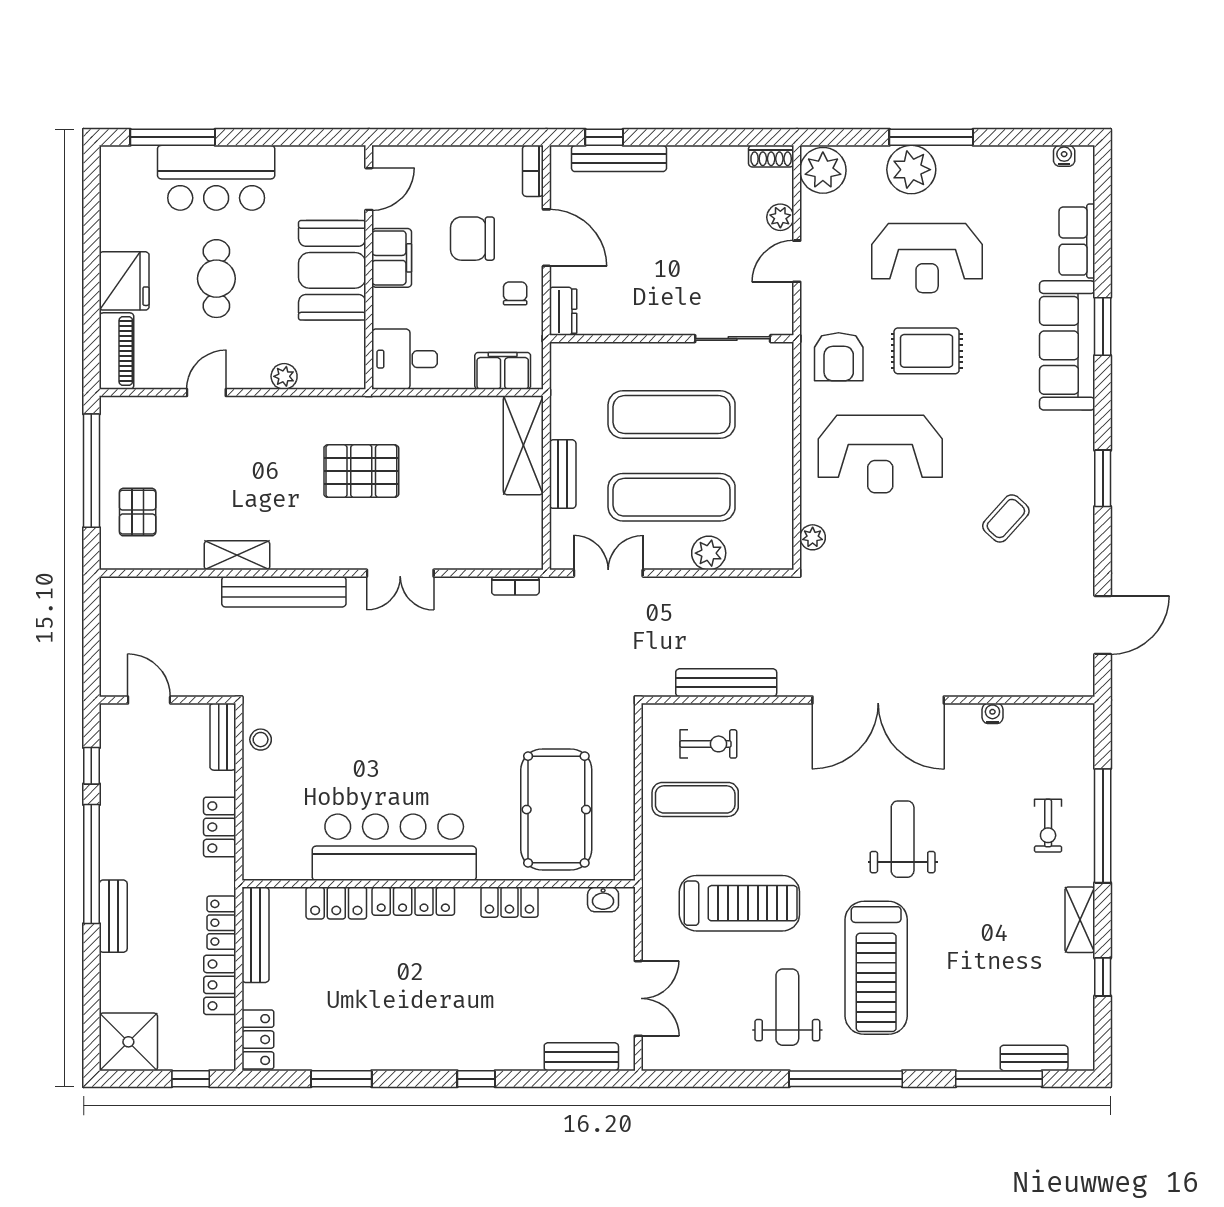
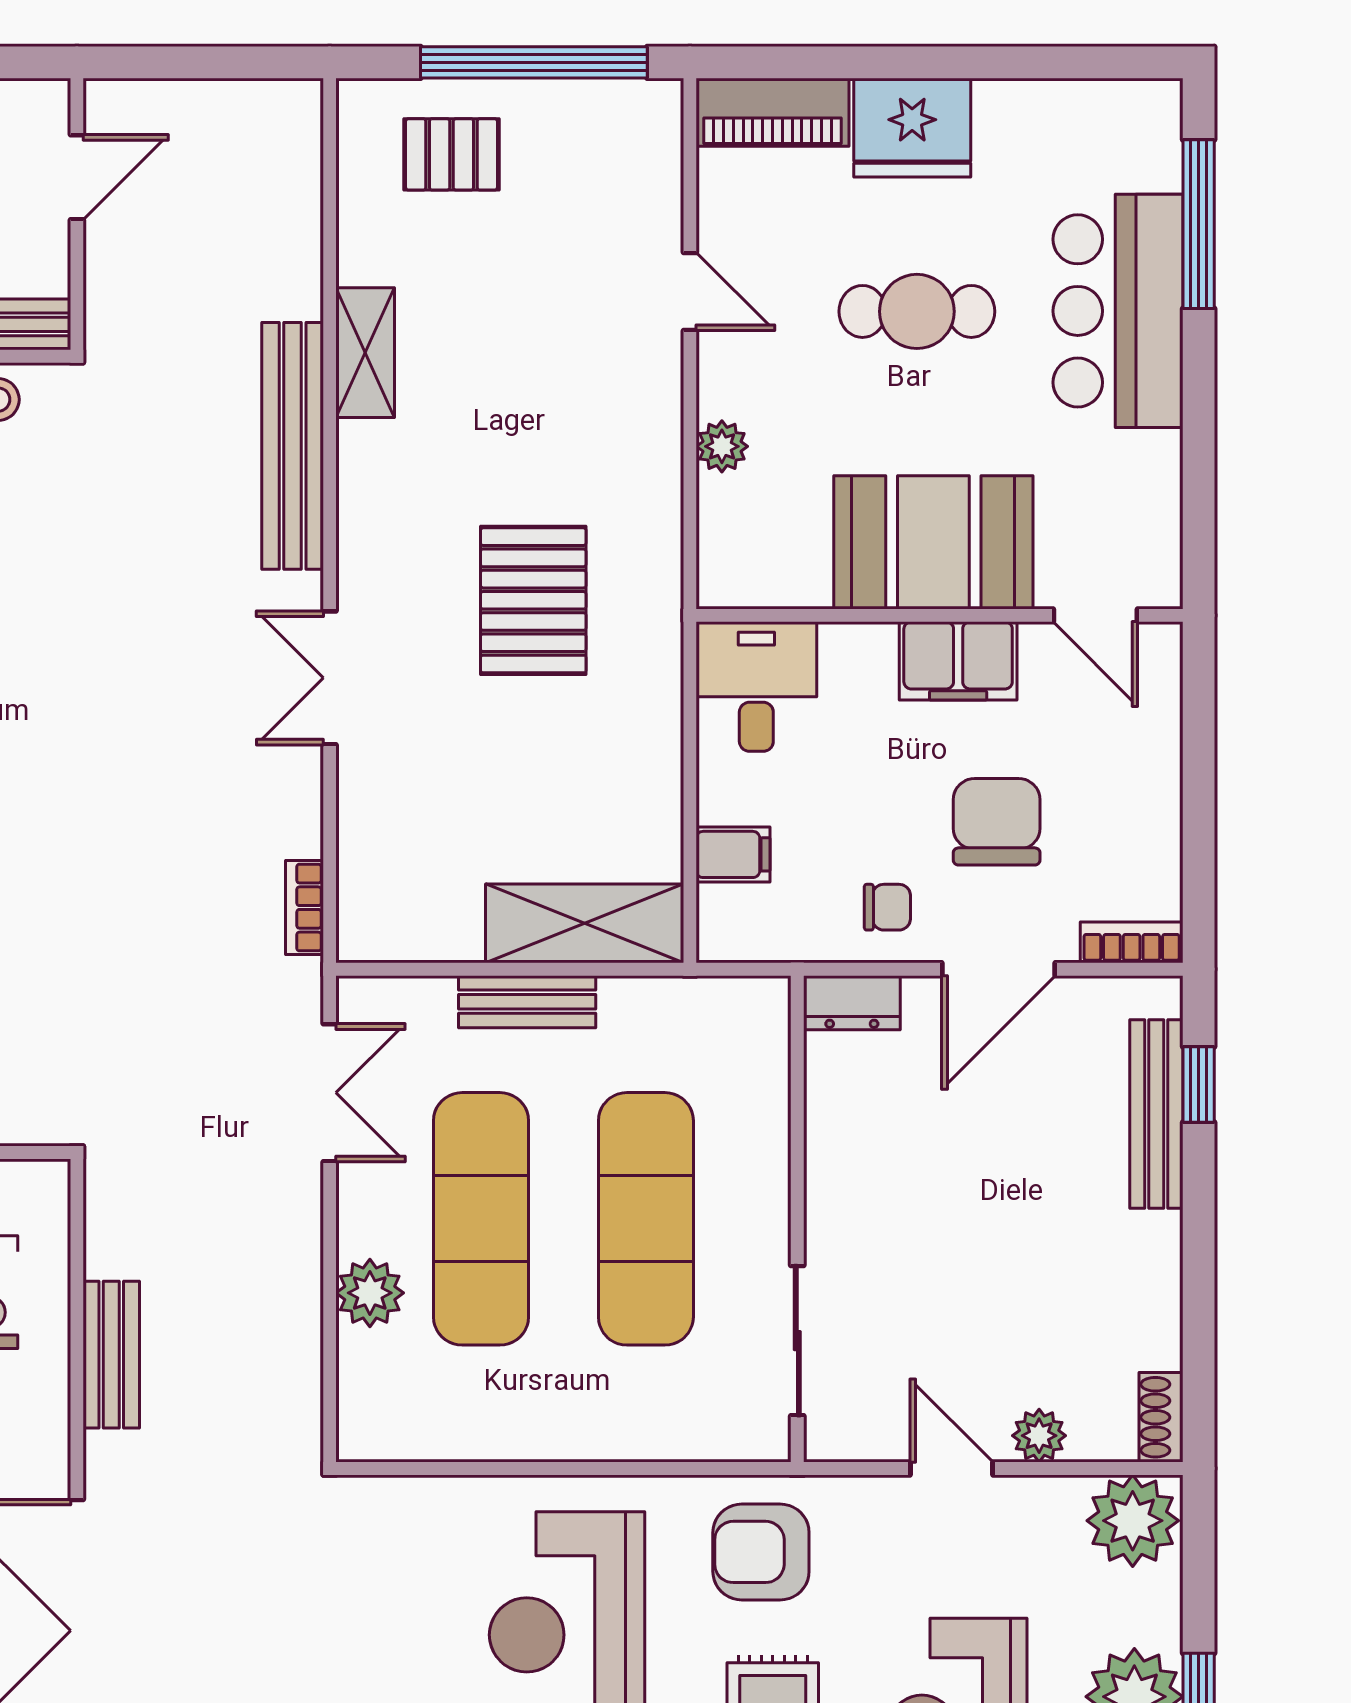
filing cabinet: (503, 371) -> (733, 854), width x0.50
plant: (813, 537) -> (401, 1500), removed
bench: (726, 683) -> (111, 1355), width x0.73

